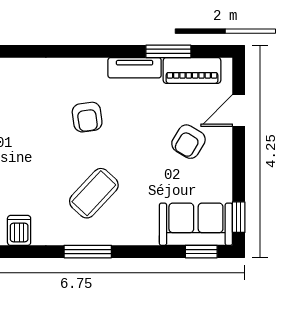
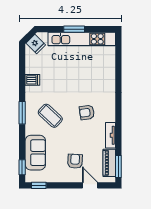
window: (168, 51) -> (118, 167), moved
armchair: (188, 142) -> (75, 161), turned 62
sofa: (196, 224) -> (35, 153), moved

